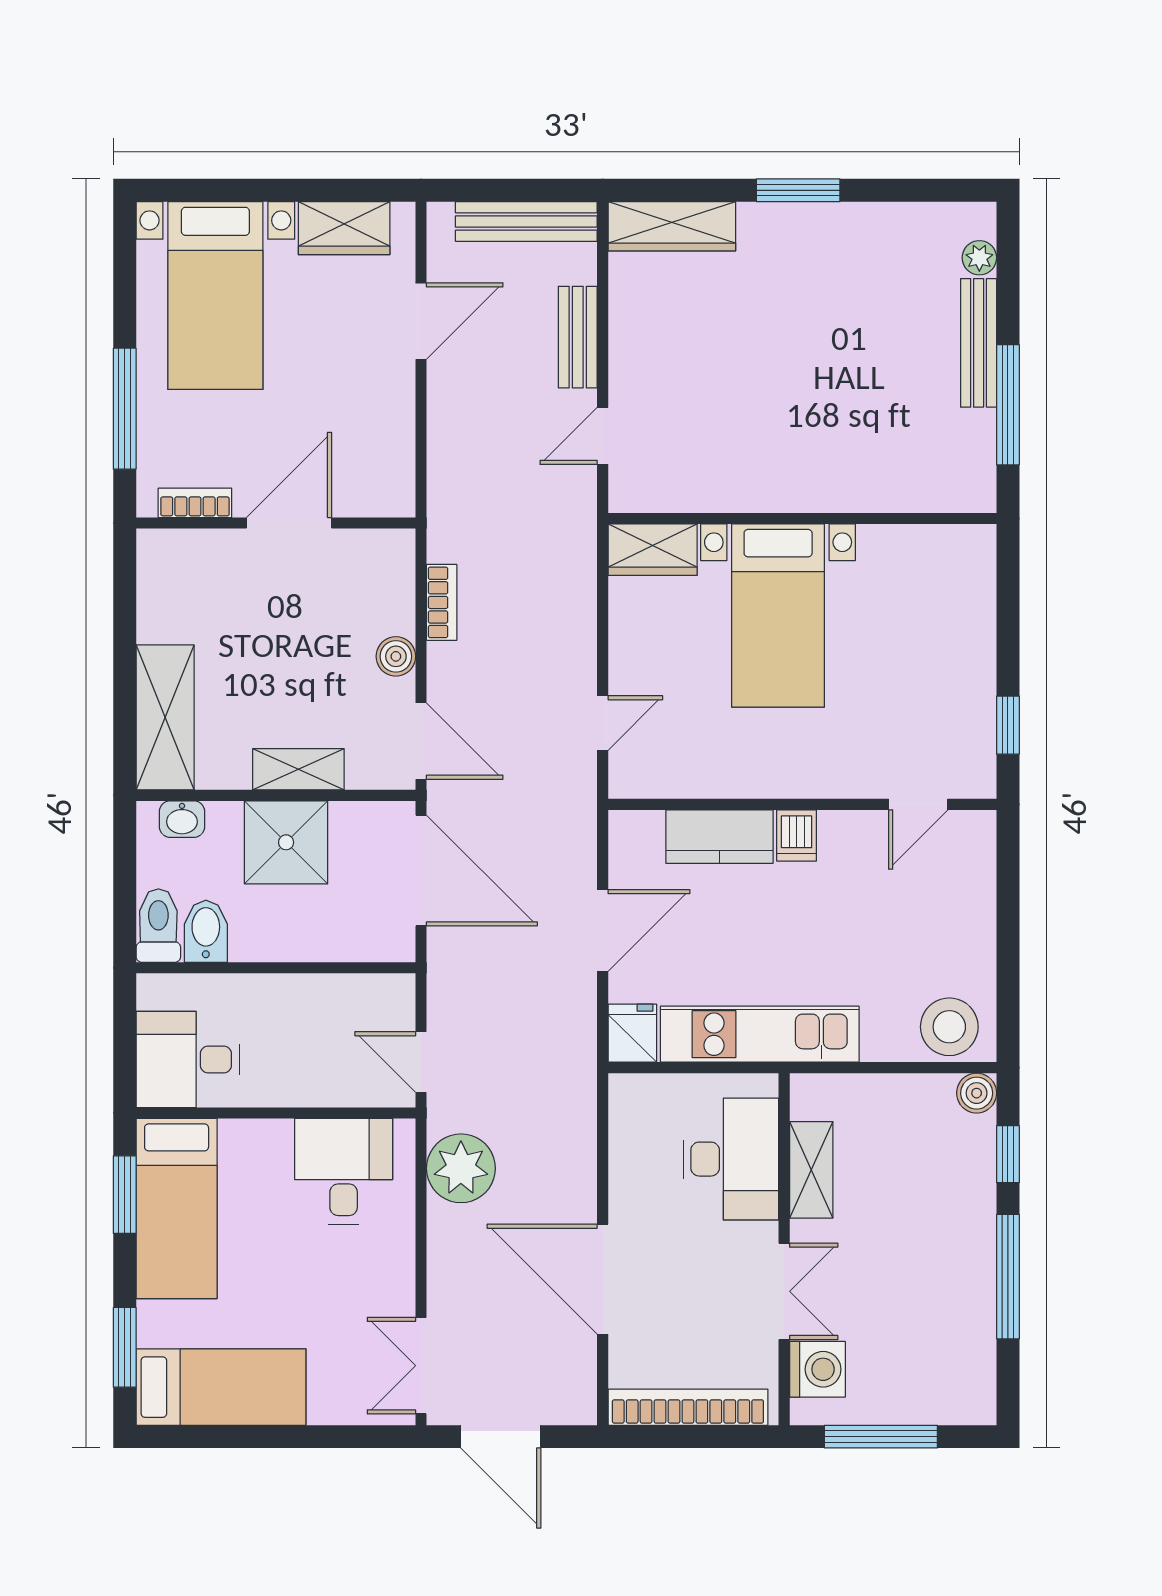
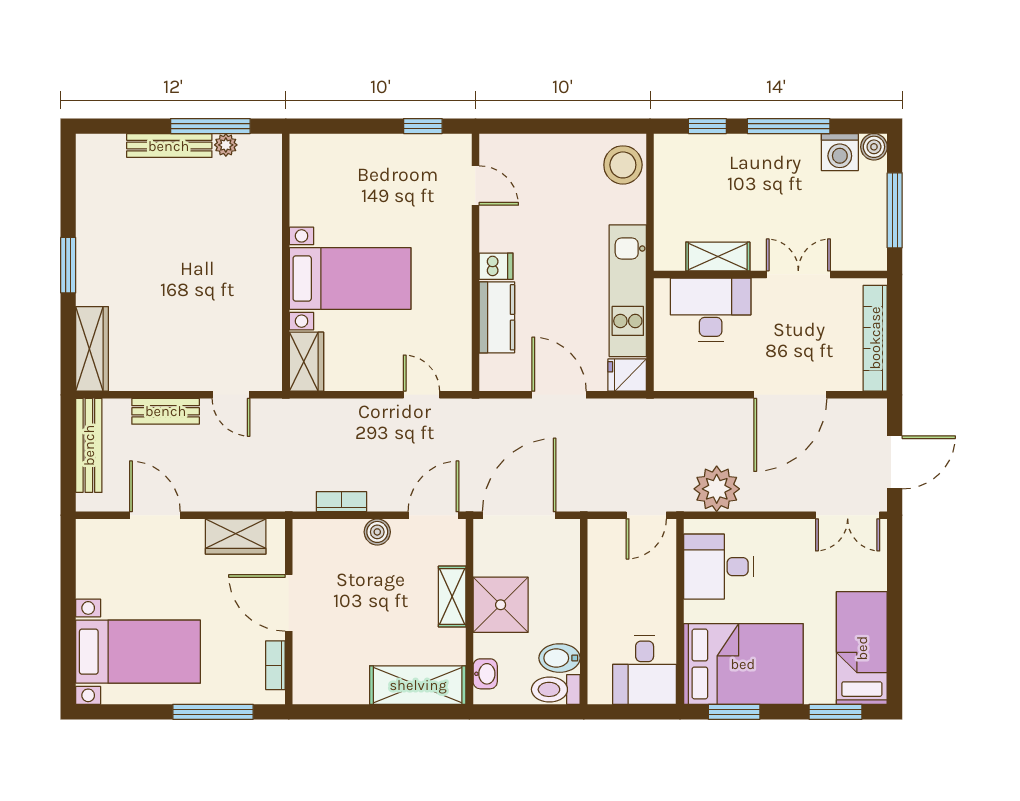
wardrobe: (344, 228) -> (236, 536), moved, turned 90
plant: (979, 258) -> (226, 145), moved
boiler: (977, 1093) -> (874, 147), moved
bed: (177, 1209) -> (743, 664), width x1.50
washing machine: (817, 1369) -> (840, 152), moved, turned 180

